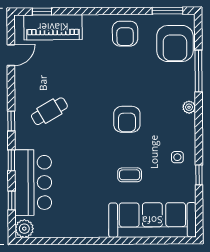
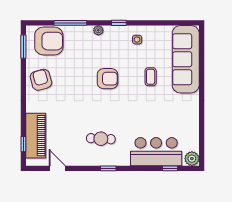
armchair: (125, 34) -> (41, 80), turned -106
cafe table: (49, 111) -> (101, 139), turned -57
window: (11, 160) -> (139, 168), removed
window: (199, 175) -> (119, 23), moved

